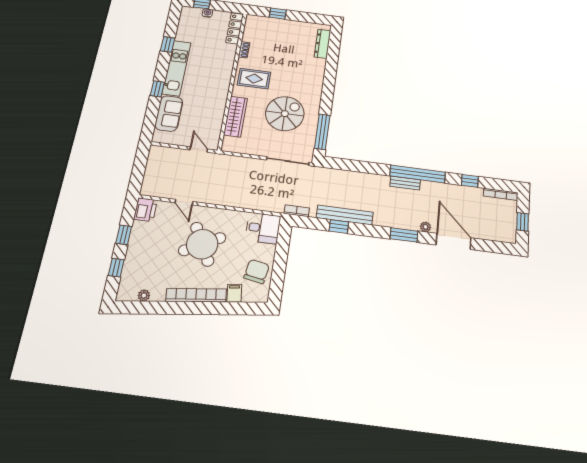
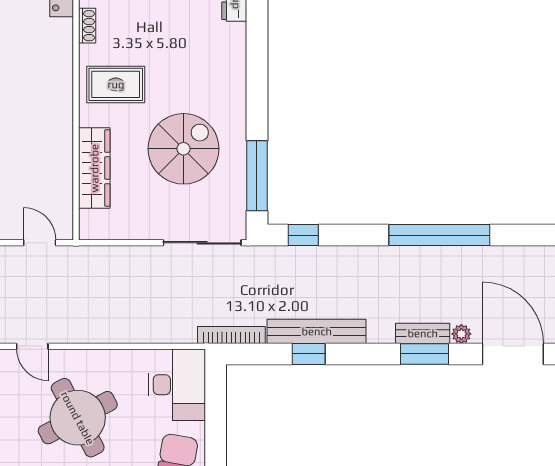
window: (470, 181) -> (303, 235), moved
bench: (405, 183) -> (423, 333), moved
bookcase: (297, 211) -> (231, 335), width x1.56
desk: (263, 228) -> (177, 385), width x1.37

